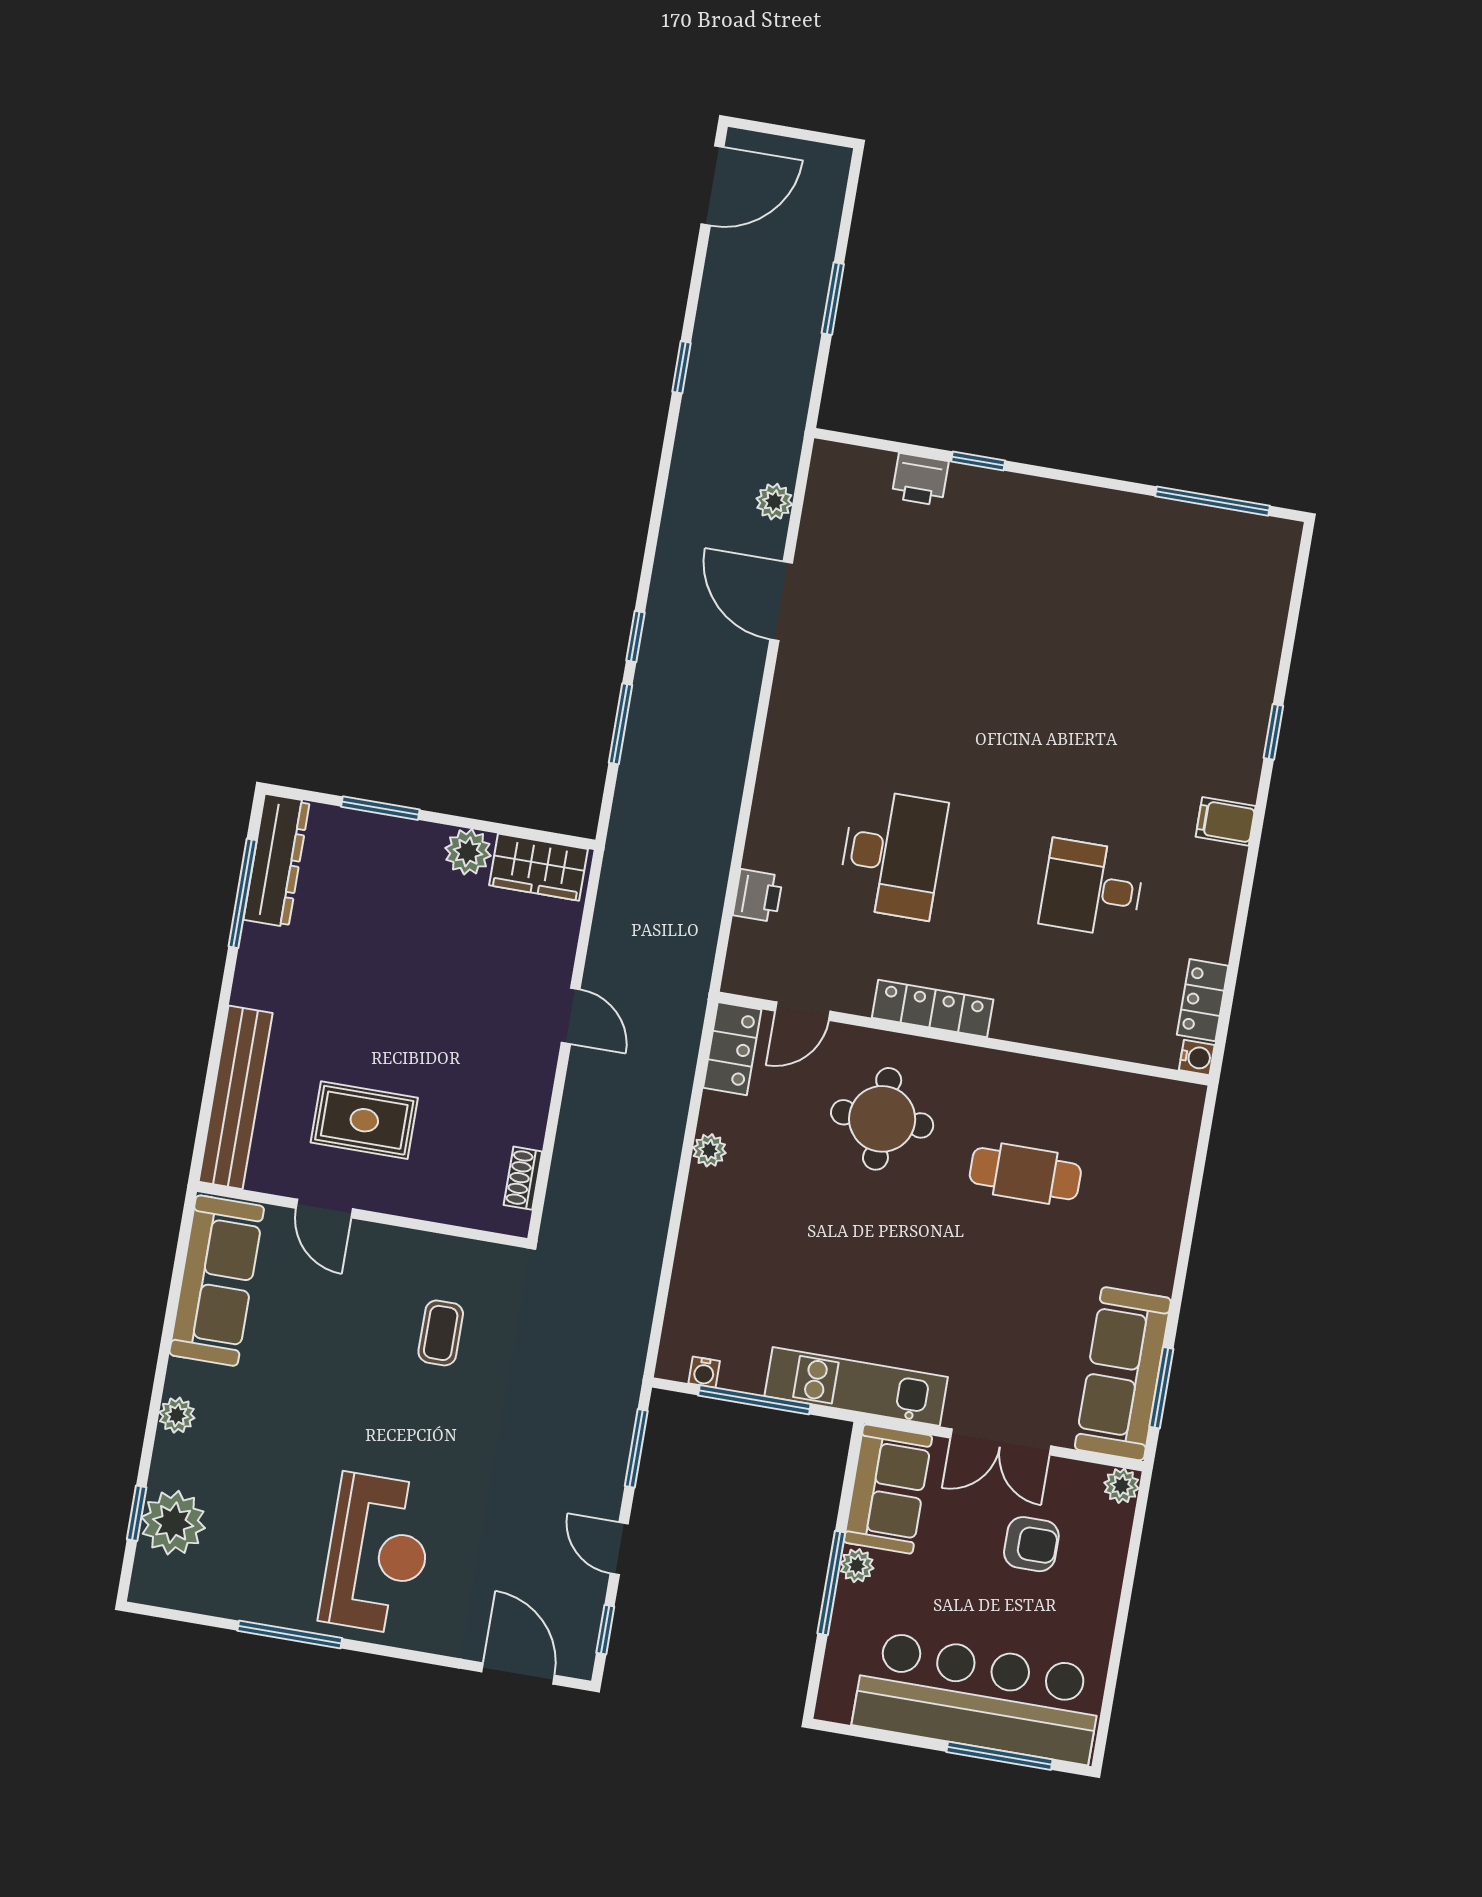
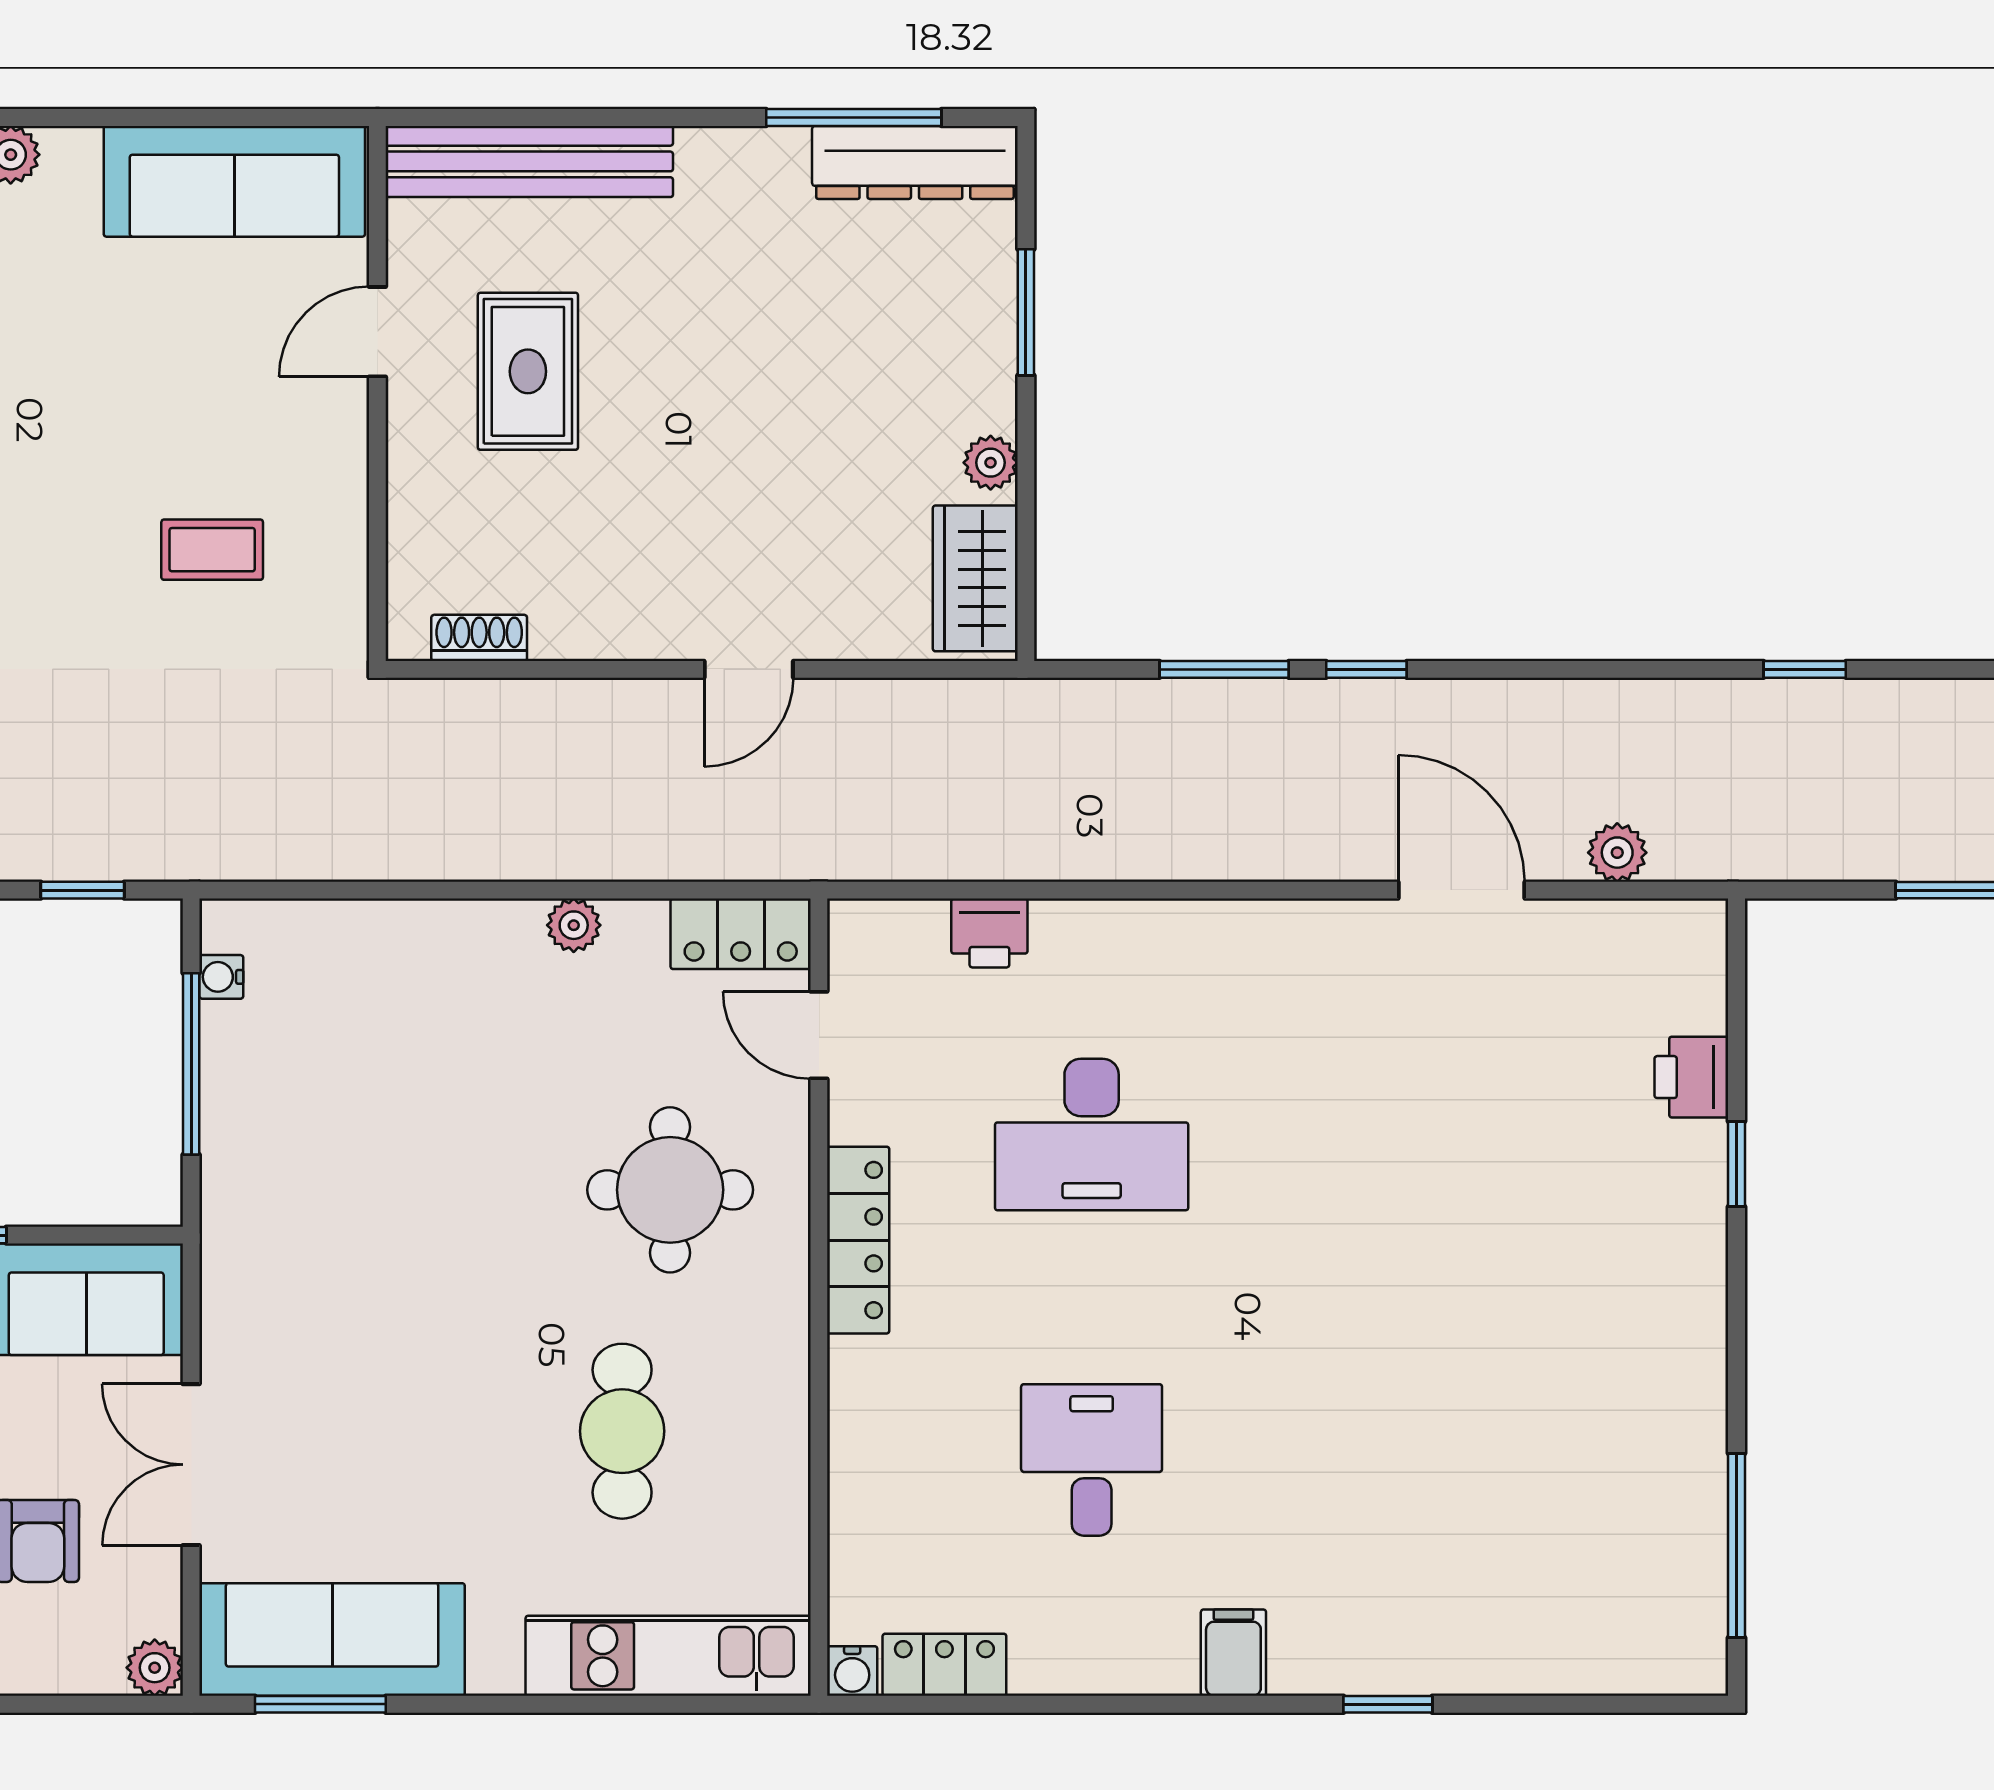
door: (781, 601) -> (1461, 890), hinge flipped
plant: (468, 852) -> (991, 463), width x0.73, depth x0.73
kitchen unit: (856, 1387) -> (668, 1656), moved, turned -90
window: (636, 1448) -> (83, 890), width x0.67

